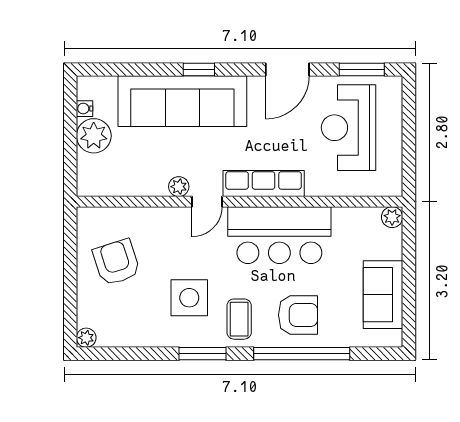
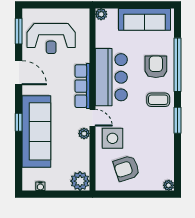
plant: (94, 136) -> (80, 181), moved
sofa: (383, 295) -> (144, 19), width x1.36
side table: (189, 298) -> (112, 138), moved

